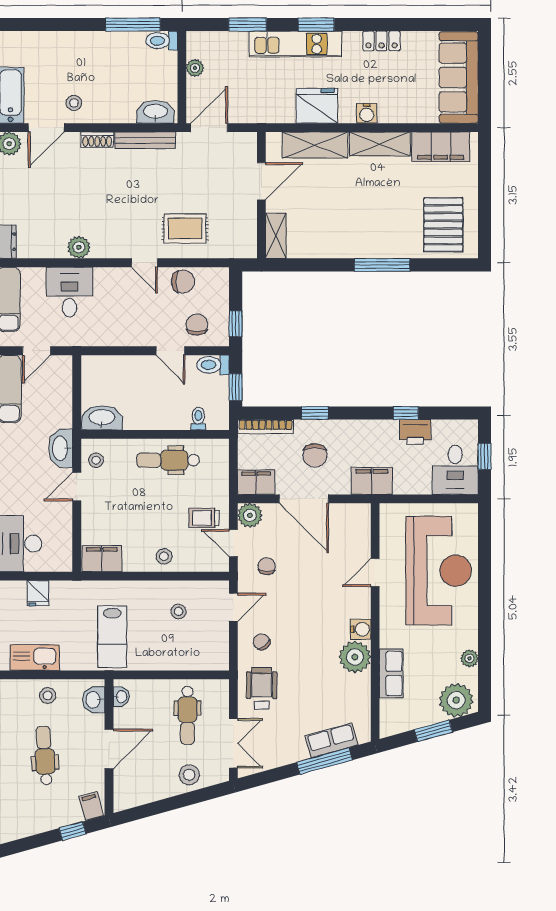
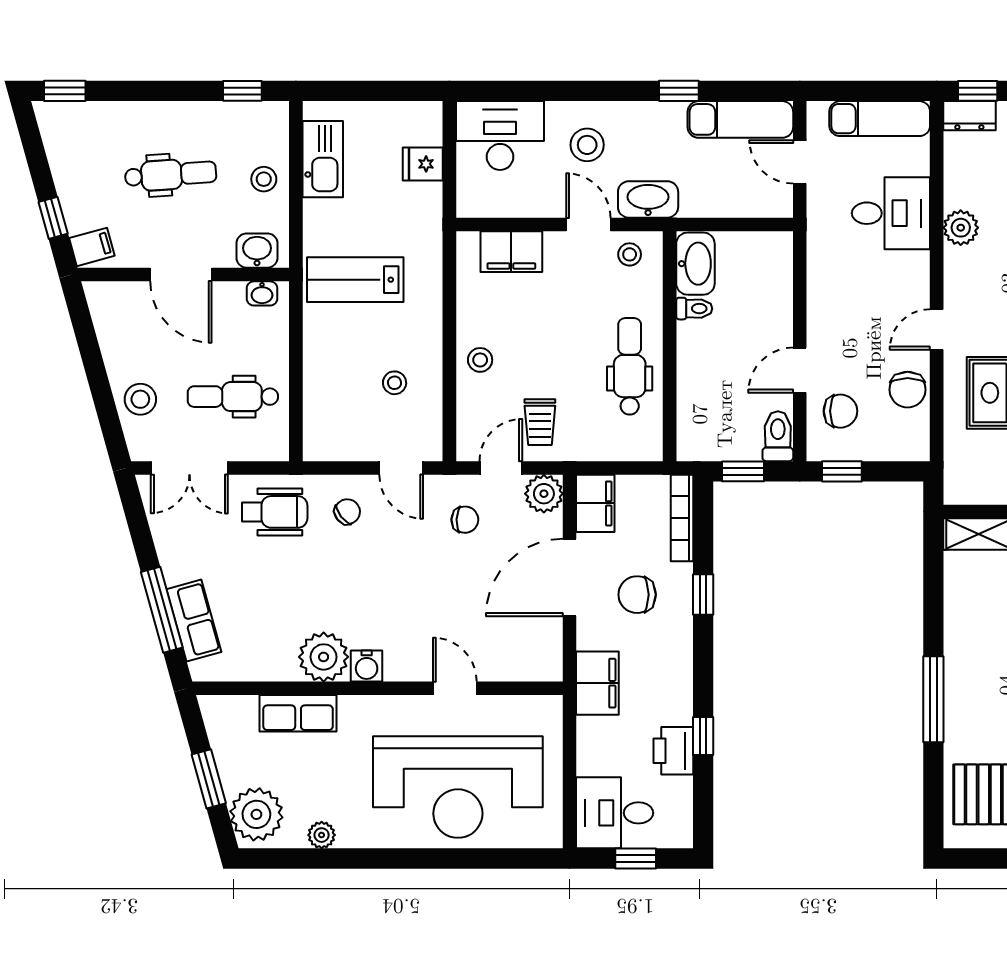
toilet: (198, 419) -> (694, 309), moved
stool: (26, 488) -> (587, 145), added
trolley: (204, 518) -> (540, 422), turned 180
filing cabinet: (102, 559) -> (511, 252), moved, turned 90

